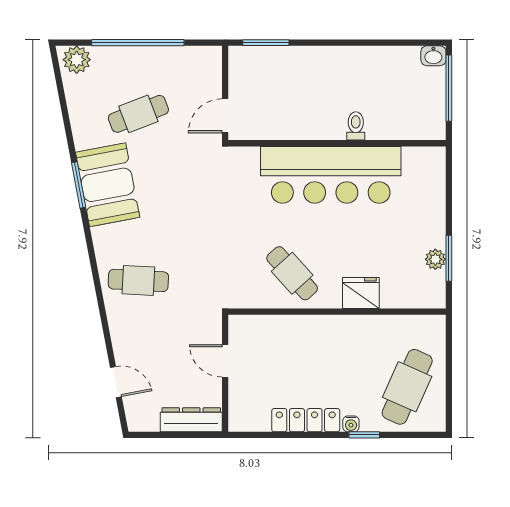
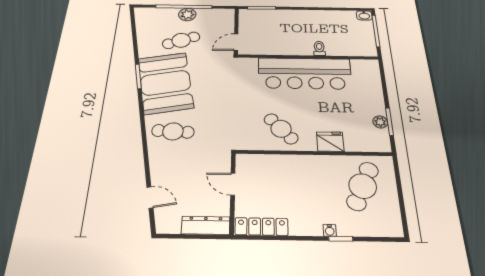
plant: (77, 60) -> (187, 15), moved
booth: (108, 185) -> (166, 83), width x1.36, depth x1.42
cafe table: (407, 387) -> (363, 186), moved
locker: (306, 420) -> (261, 227), moved

